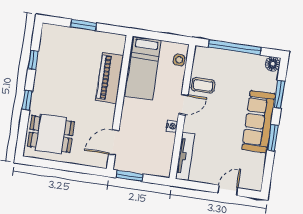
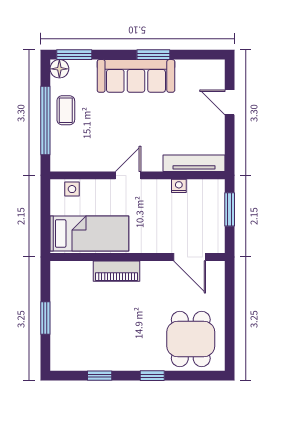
piano: (110, 78) -> (116, 271), width x0.73, depth x0.75
coffee table: (203, 85) -> (66, 110), moved
window: (279, 94) -> (74, 55), moved
door: (183, 104) -> (128, 175), hinge flipped
nightstand: (172, 126) -> (179, 186), moved
window: (129, 176) -> (230, 209), moved

